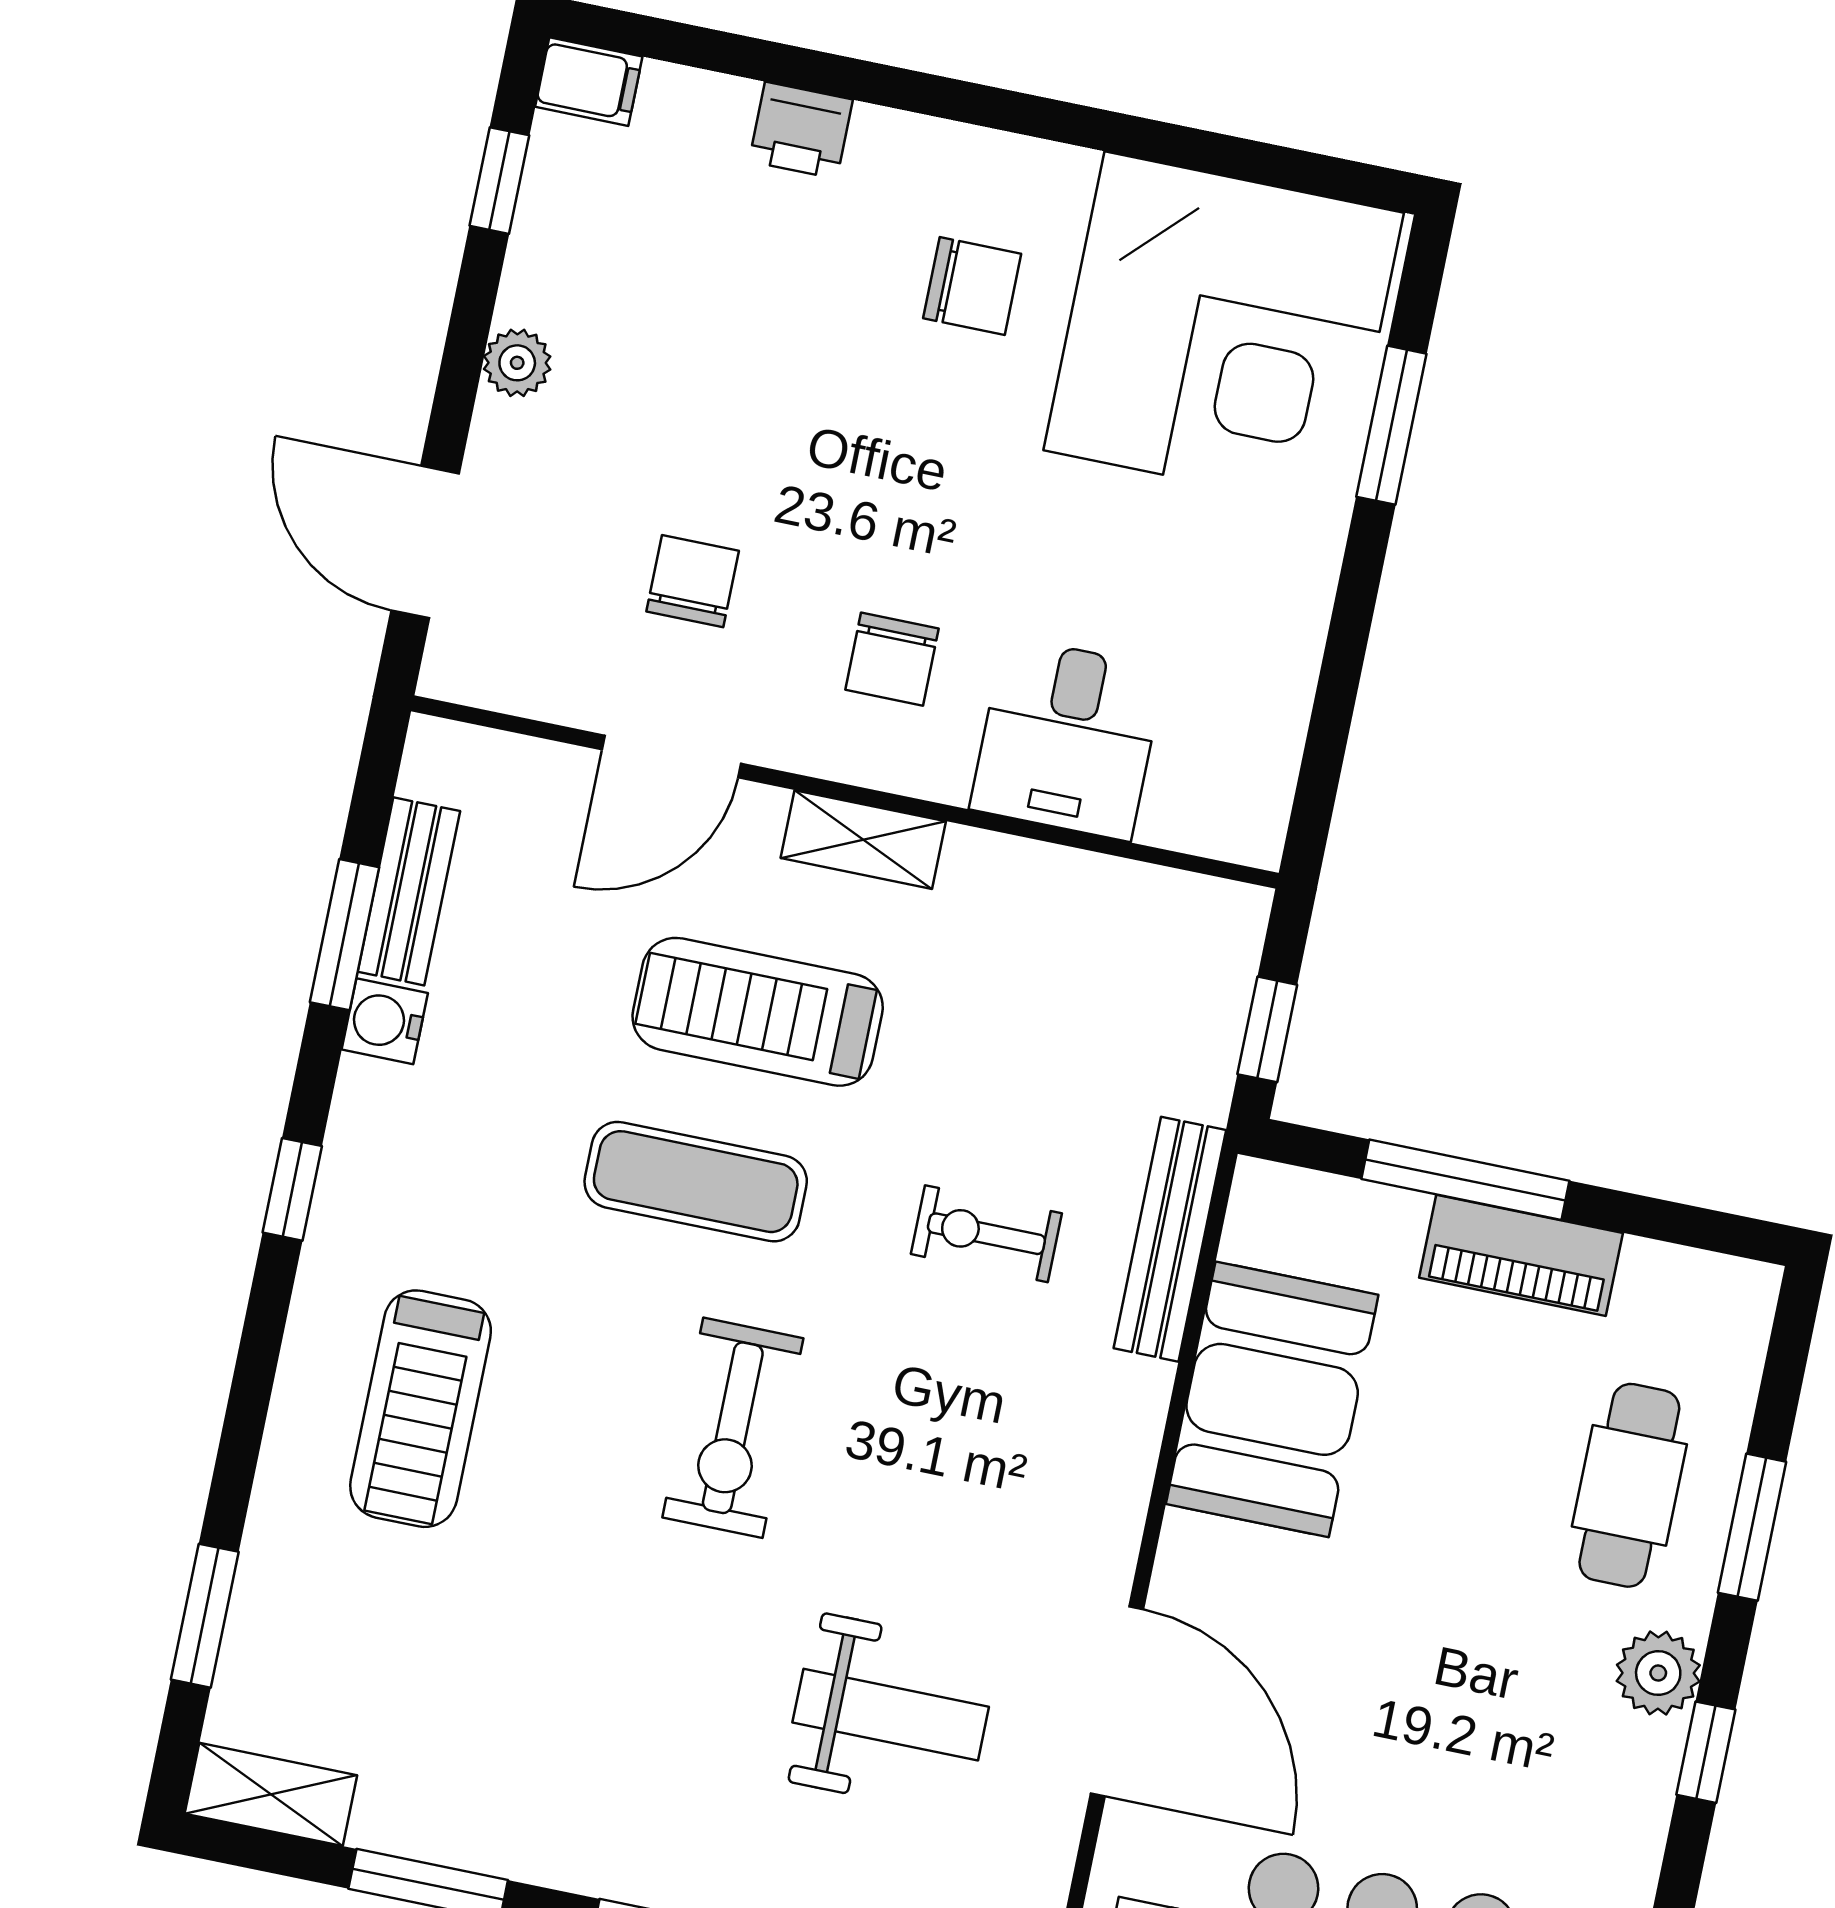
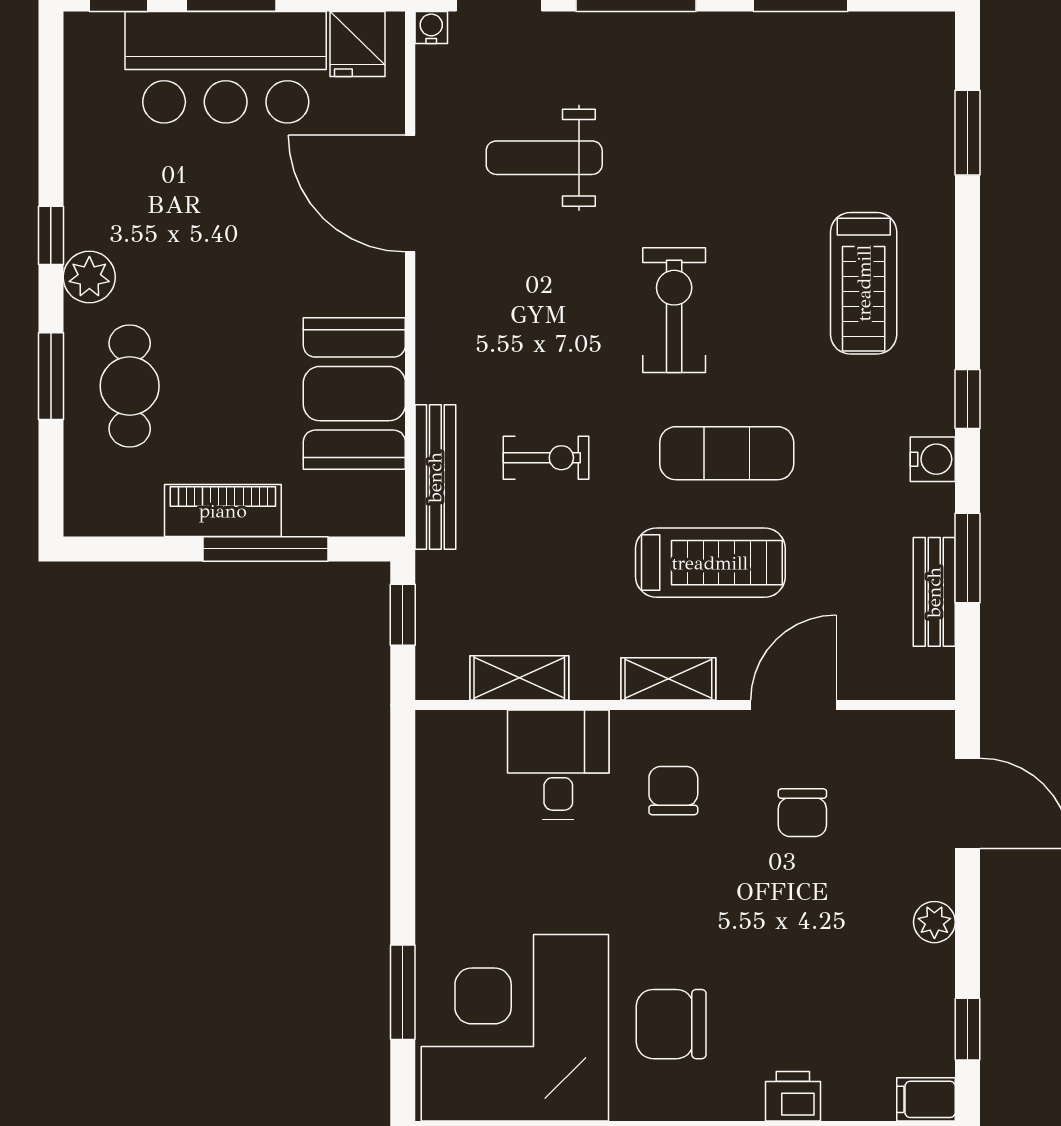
chair: (972, 286) -> (671, 1024), width x1.37, depth x1.37
water cooler: (385, 1021) -> (933, 459), moved
treadmill: (421, 1409) -> (864, 283), turned 180
shelving: (271, 1794) -> (519, 678), moved

